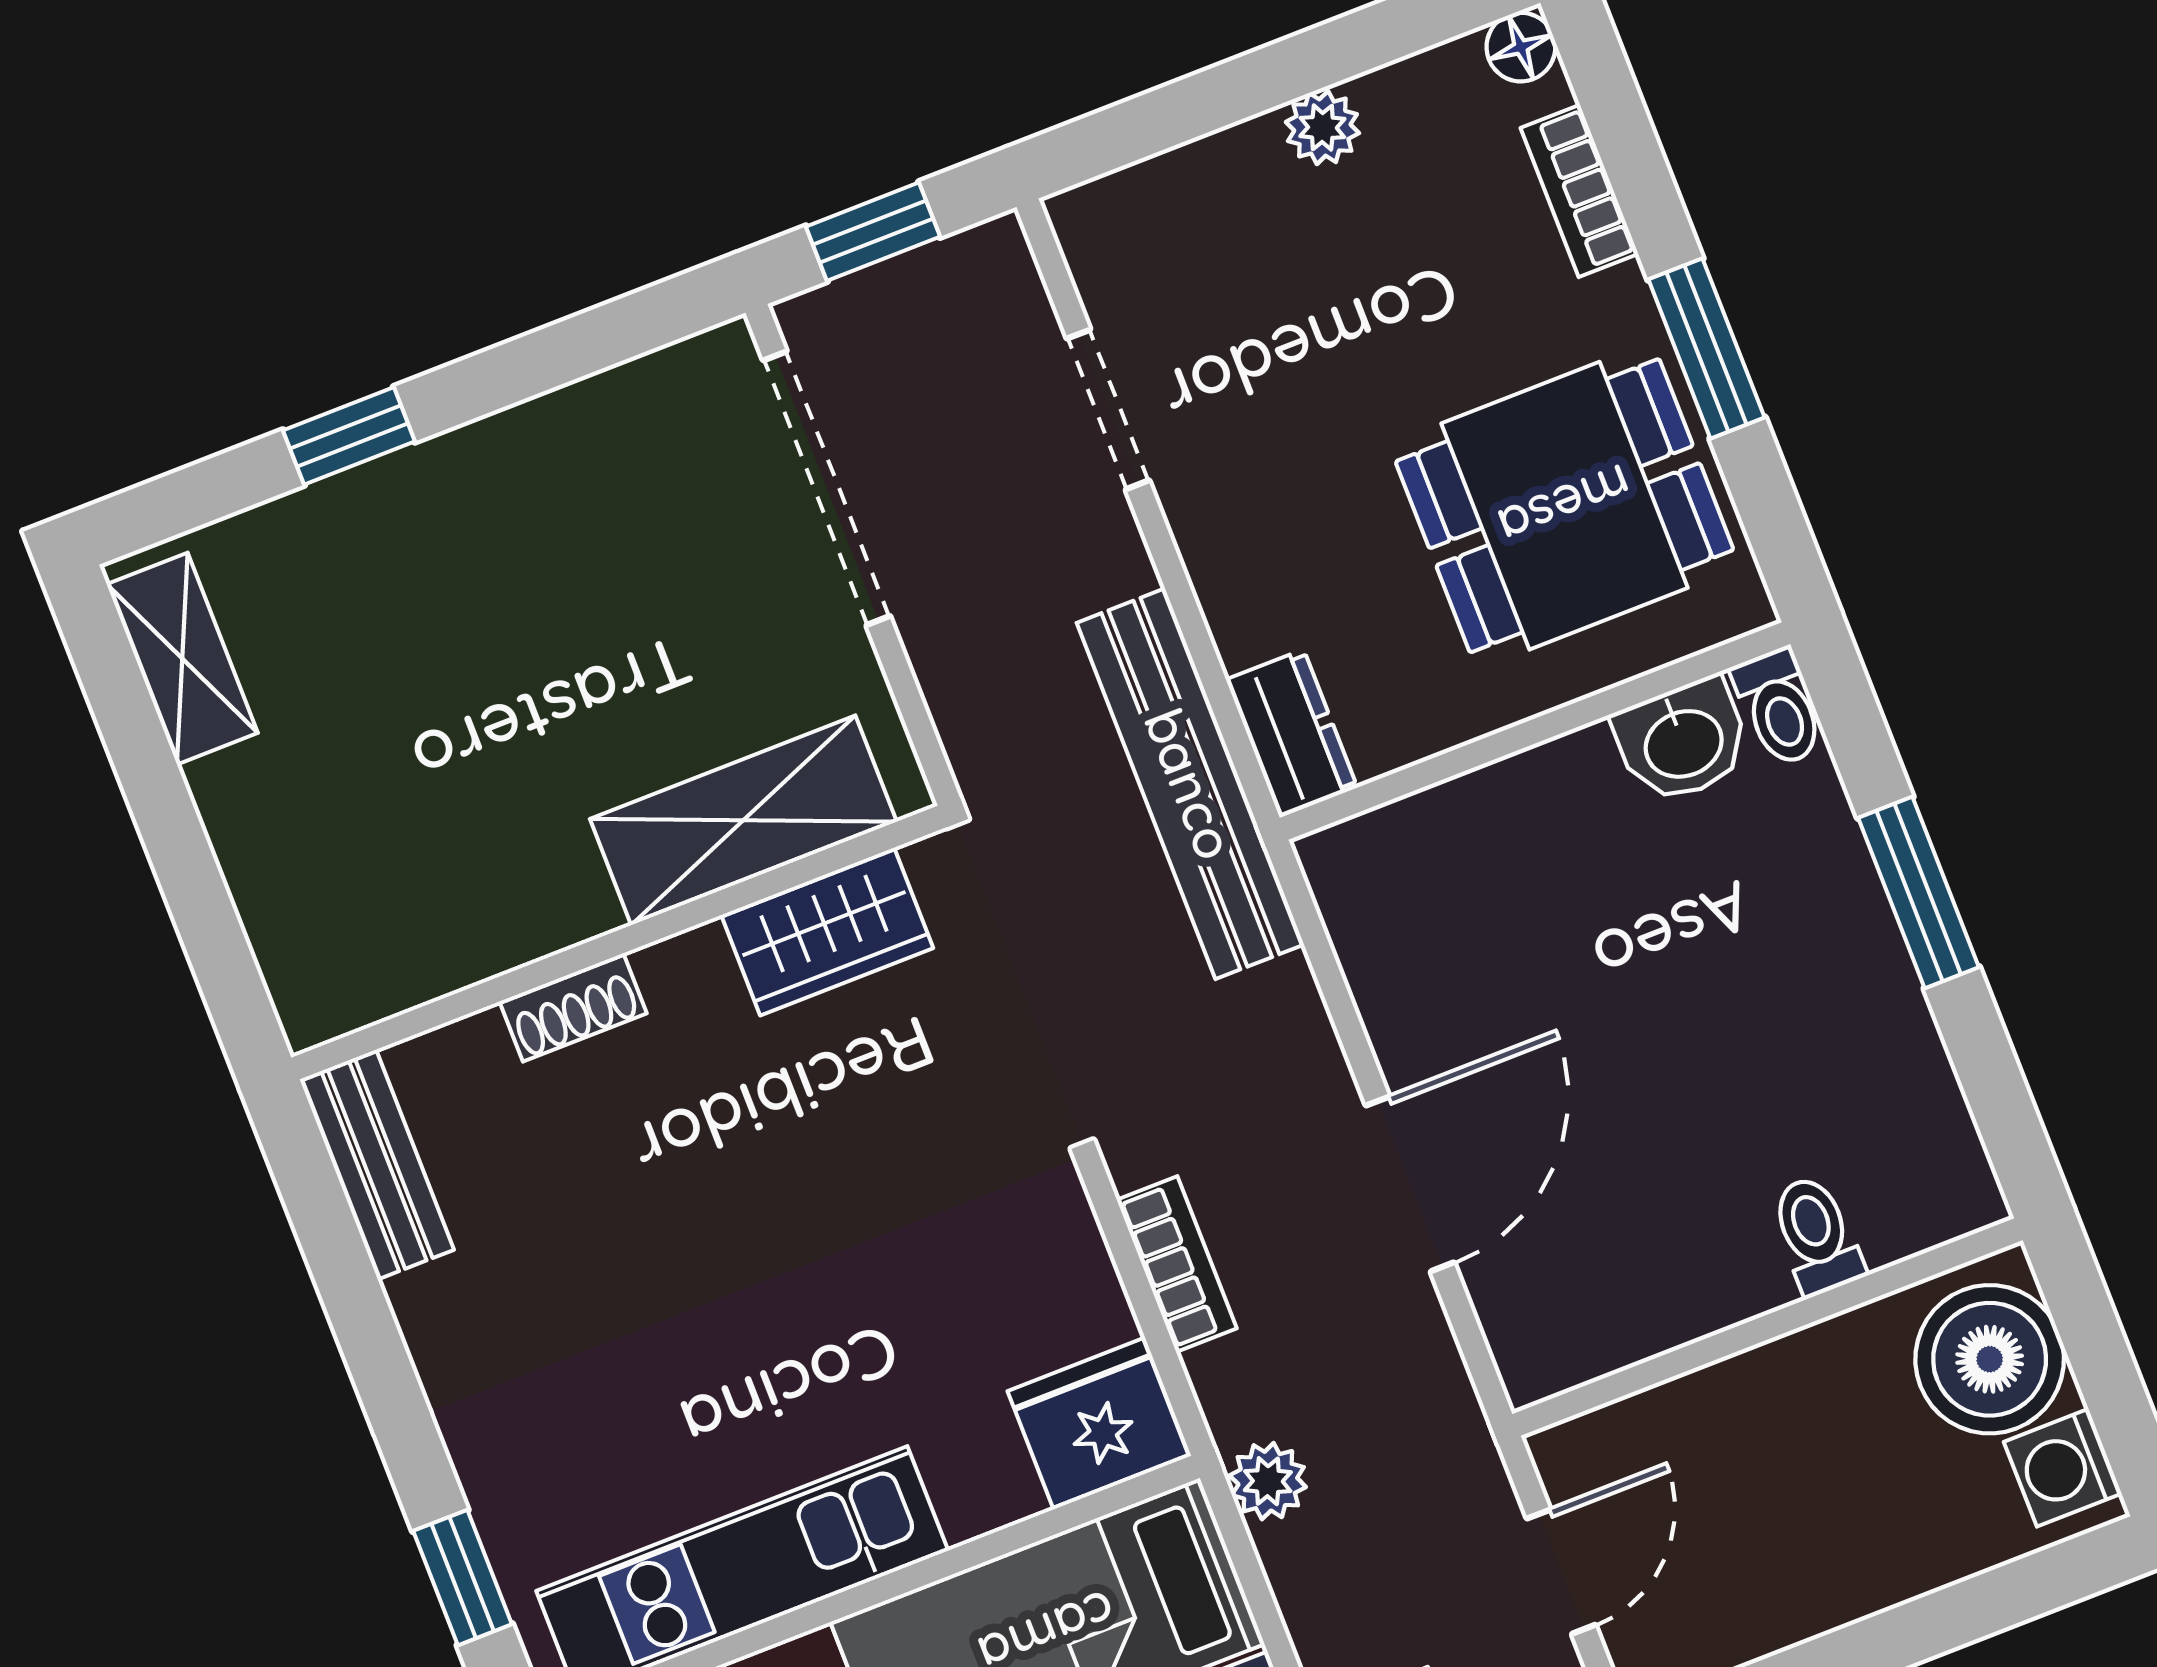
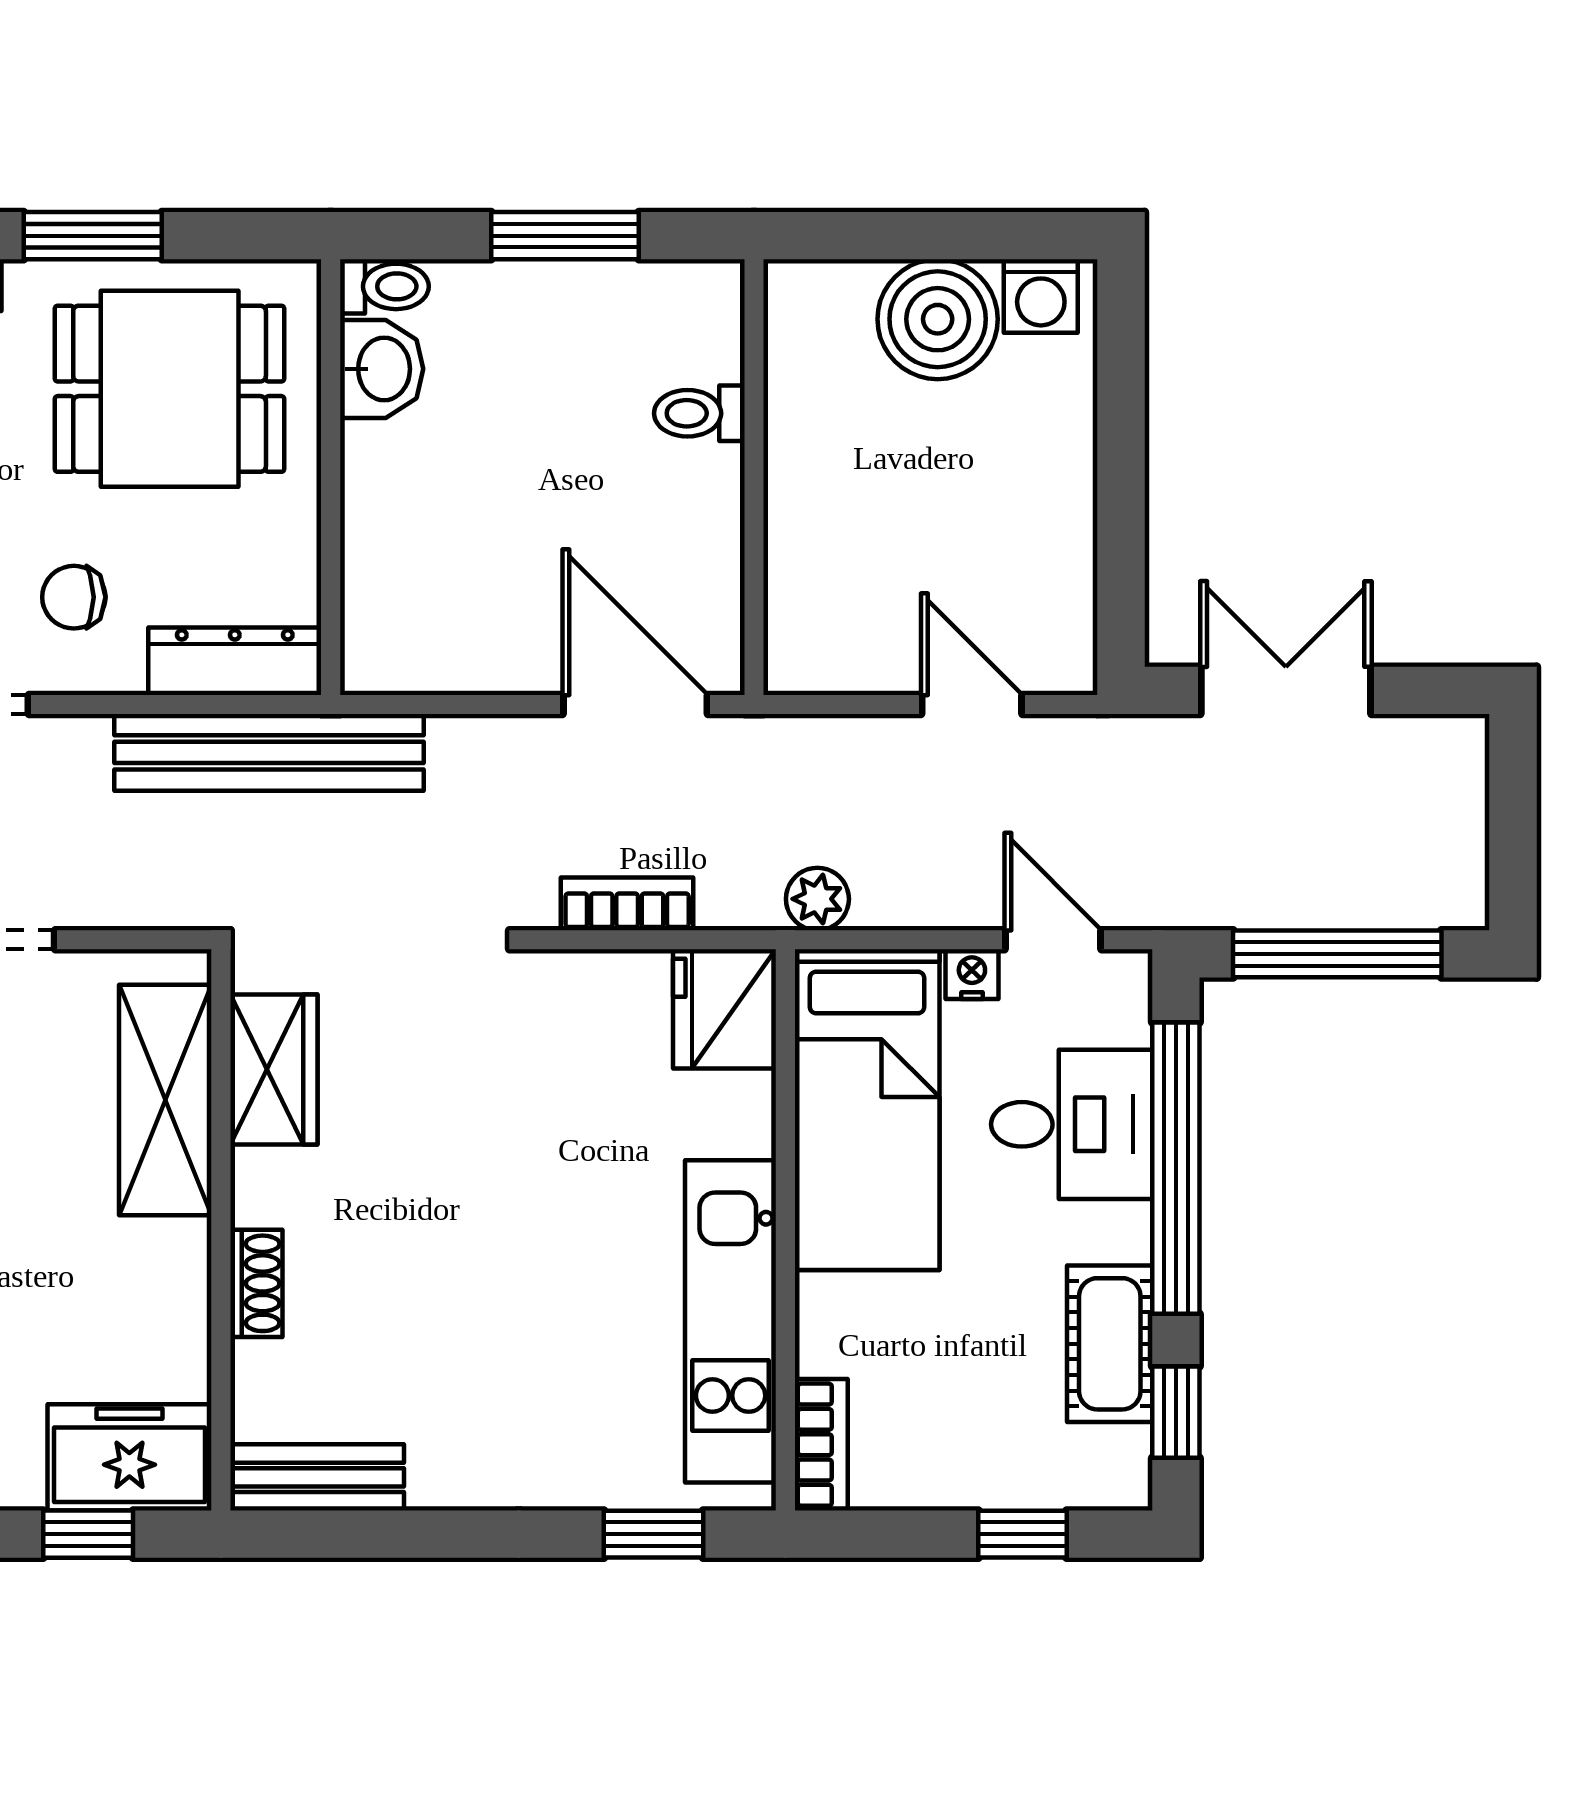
chair: (1281, 489) -> (74, 597), added
dining table: (1565, 506) -> (170, 389), turned 90
dresser: (1292, 734) -> (235, 661), width x1.44
window: (209, 926) -> (88, 1534), added
freezer: (316, 939) -> (129, 1457), added
toilet: (1817, 1235) -> (699, 413), moved
wall: (1768, 1327) -> (754, 477), moved

